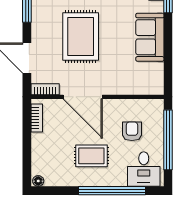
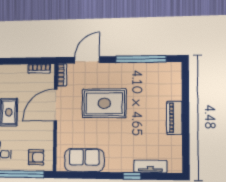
sofa: (150, 37) -> (84, 160), moved
armchair: (132, 131) -> (36, 157), moved

